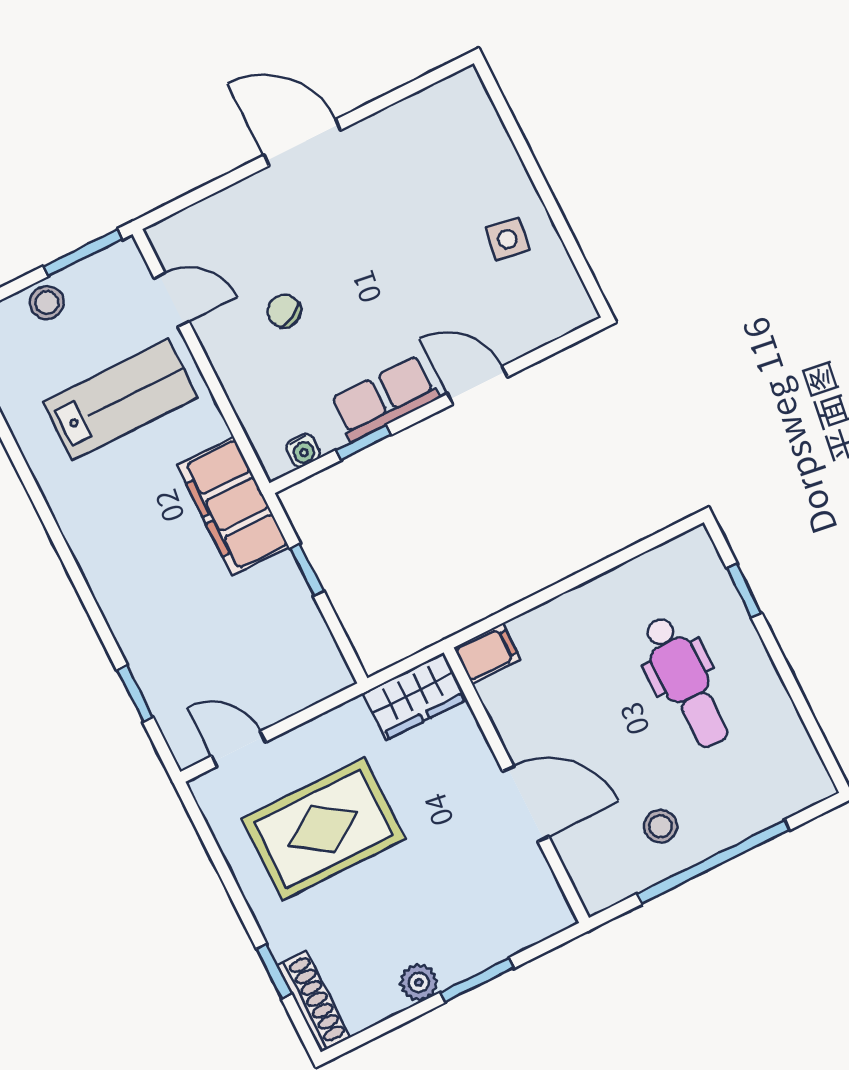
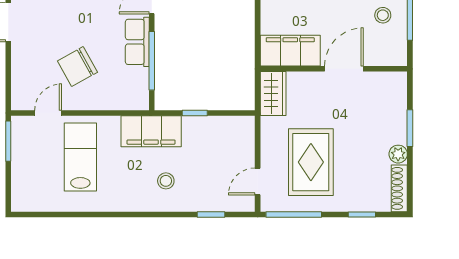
stool: (47, 303) -> (166, 181), moved
chair: (284, 311) -> (77, 67), width x1.87, depth x1.87
window: (363, 442) -> (152, 61), width x2.17
water cooler: (303, 450) -> (142, 89), removed
filing cabinet: (487, 654) -> (290, 51), width x3.00, depth x1.17
window: (211, 846) -> (294, 214), added
shoe rack: (313, 1001) -> (399, 188), moved, turned -90

